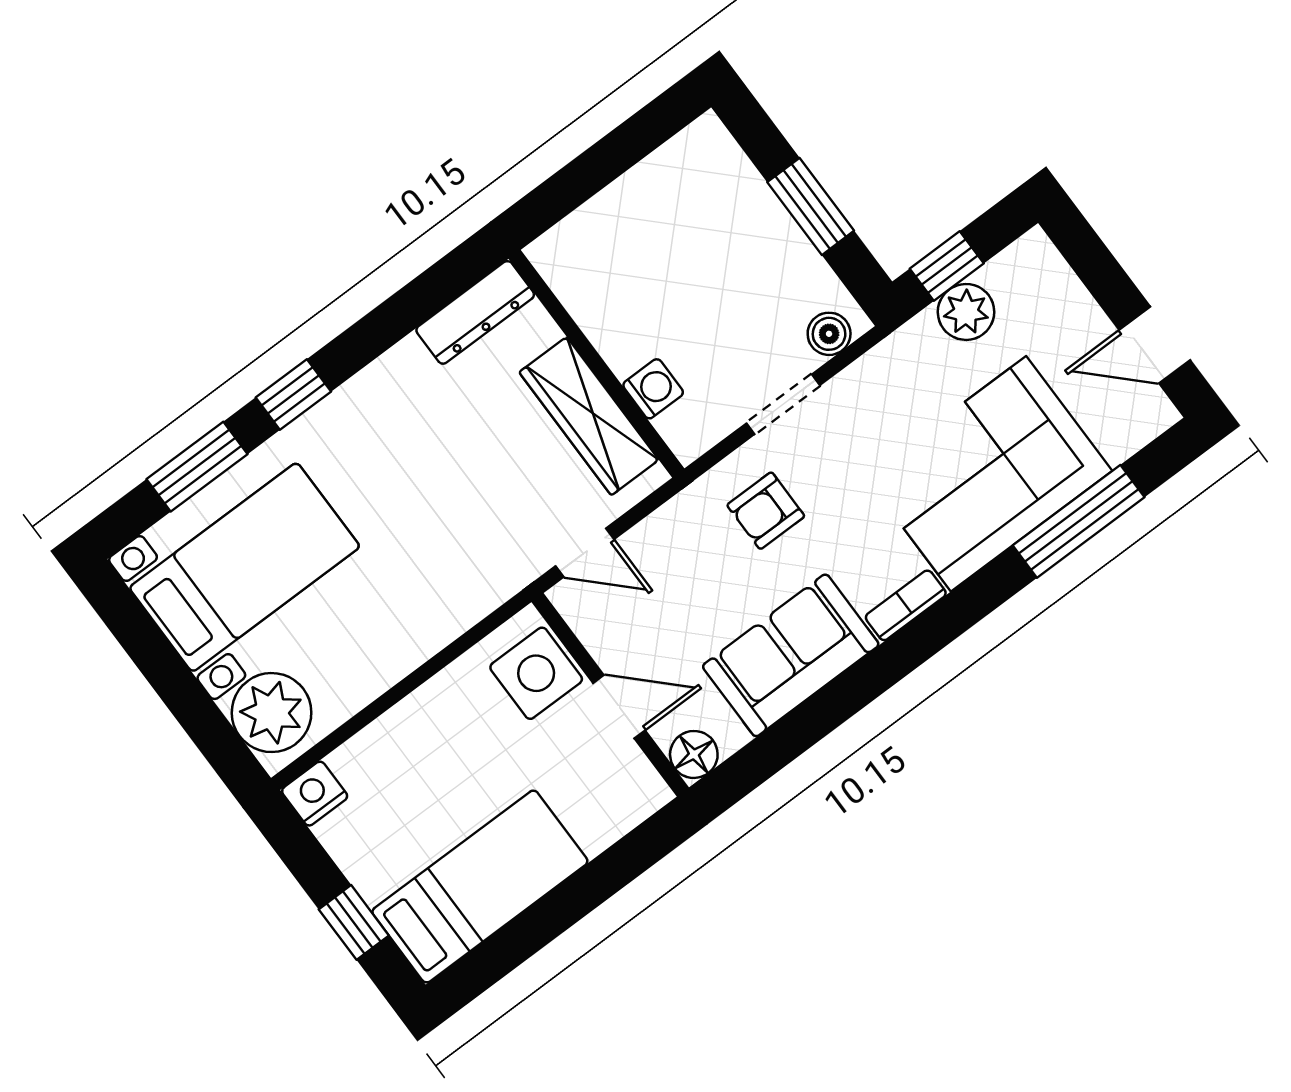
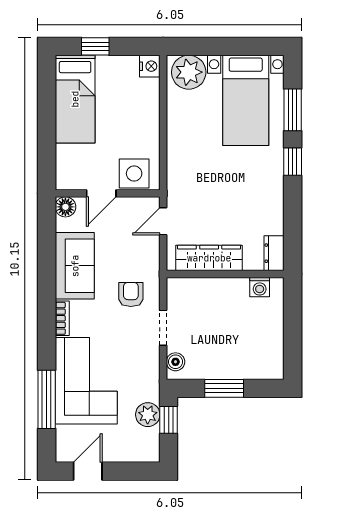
dresser: (475, 312) -> (274, 253), width x0.70
washing machine: (653, 389) -> (260, 287), moved

